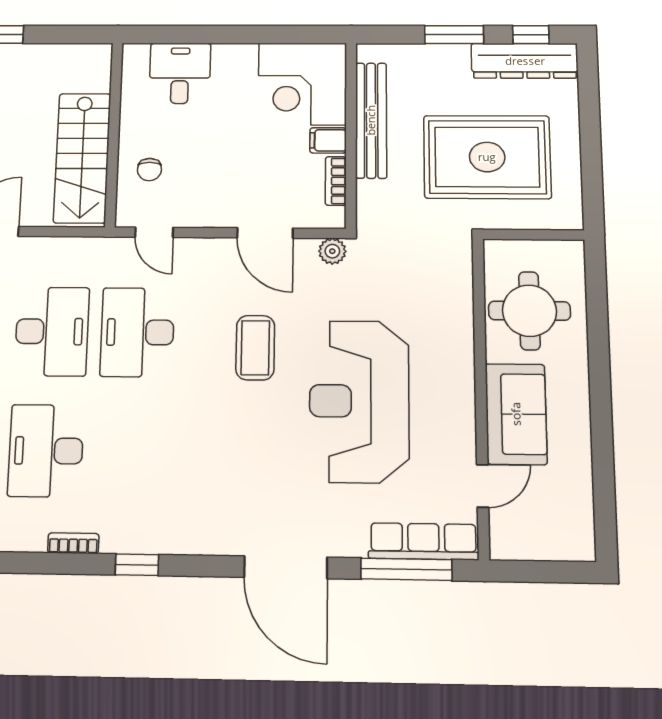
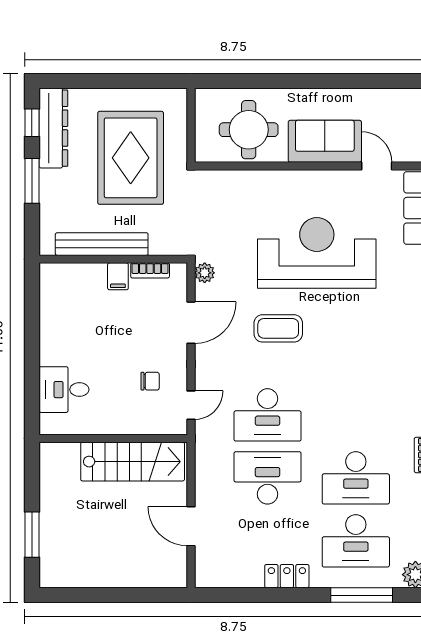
corner desk: (302, 84) -> (72, 296), removed
chair: (149, 170) -> (150, 381), moved
reception desk: (359, 401) -> (317, 253), turned 180

